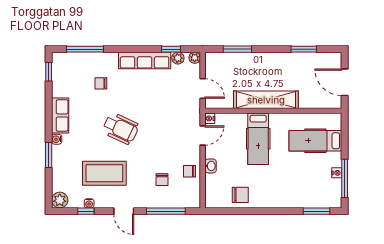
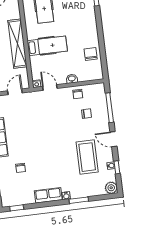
wheelchair: (121, 128) -> (52, 149), removed
door: (124, 211) -> (113, 139), swing flipped

